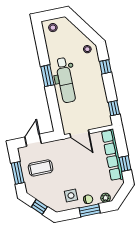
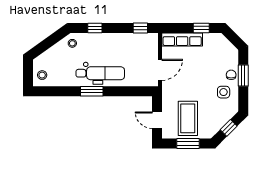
row of seats: (112, 155) -> (182, 39), width x0.73
coffee table: (41, 168) -> (188, 118), width x1.36, depth x1.32
plant: (106, 198) -> (233, 56), removed

